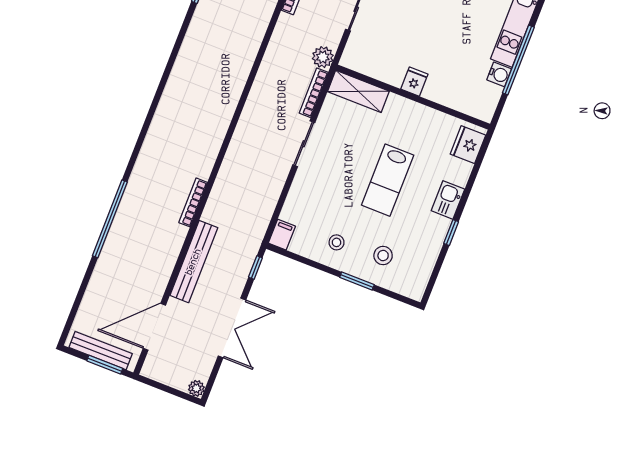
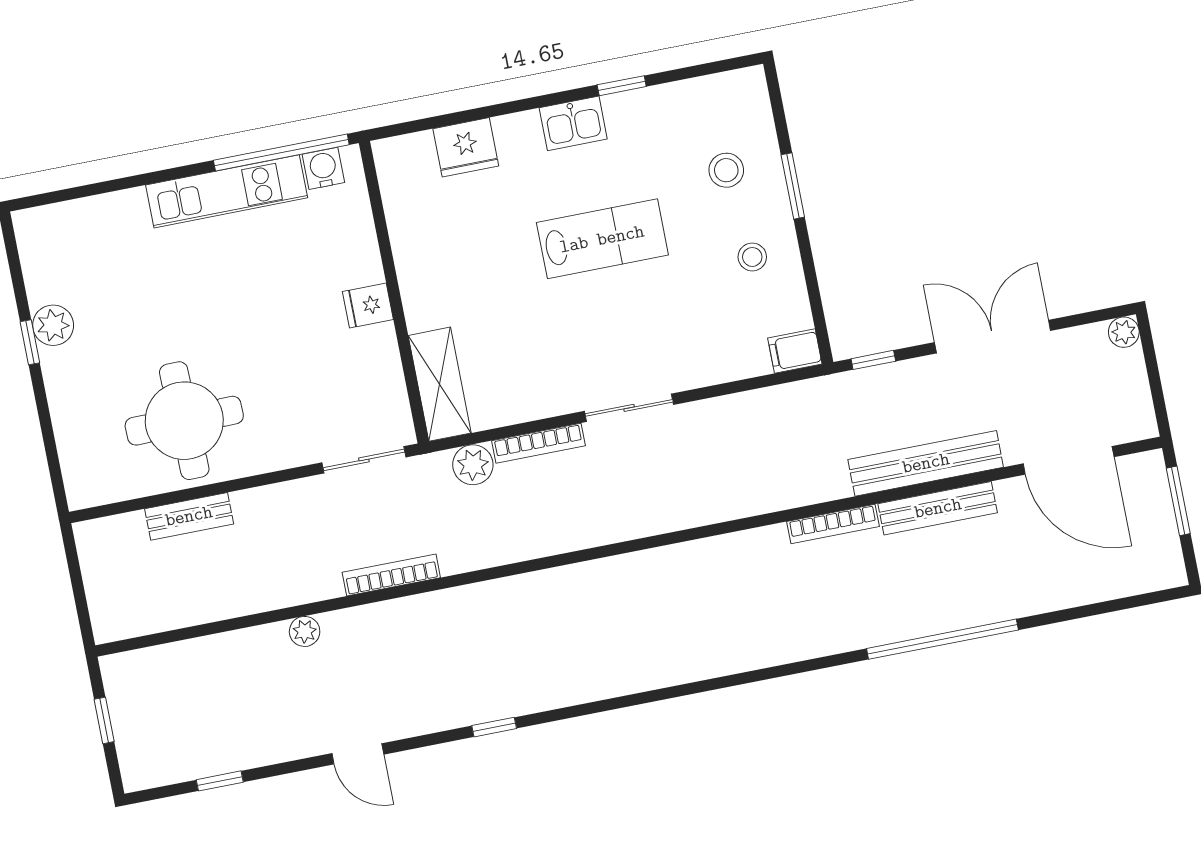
fridge: (414, 82) -> (368, 305), moved
shelving: (358, 91) -> (440, 384), moved
wall: (413, 97) -> (394, 292), moved
bench: (101, 351) -> (938, 508), moved, turned 90

